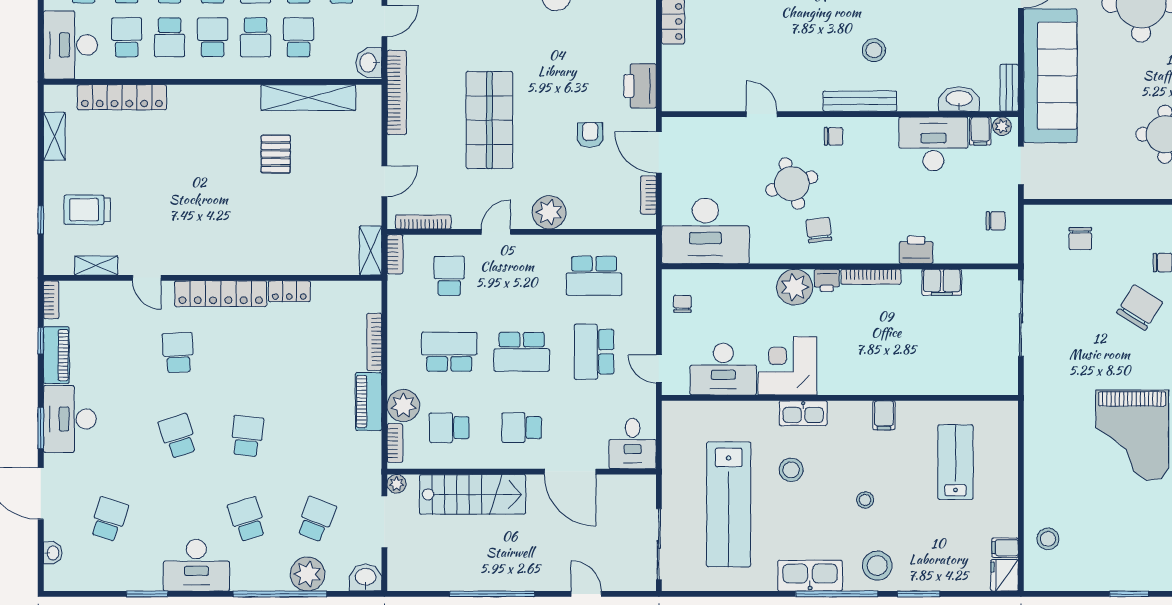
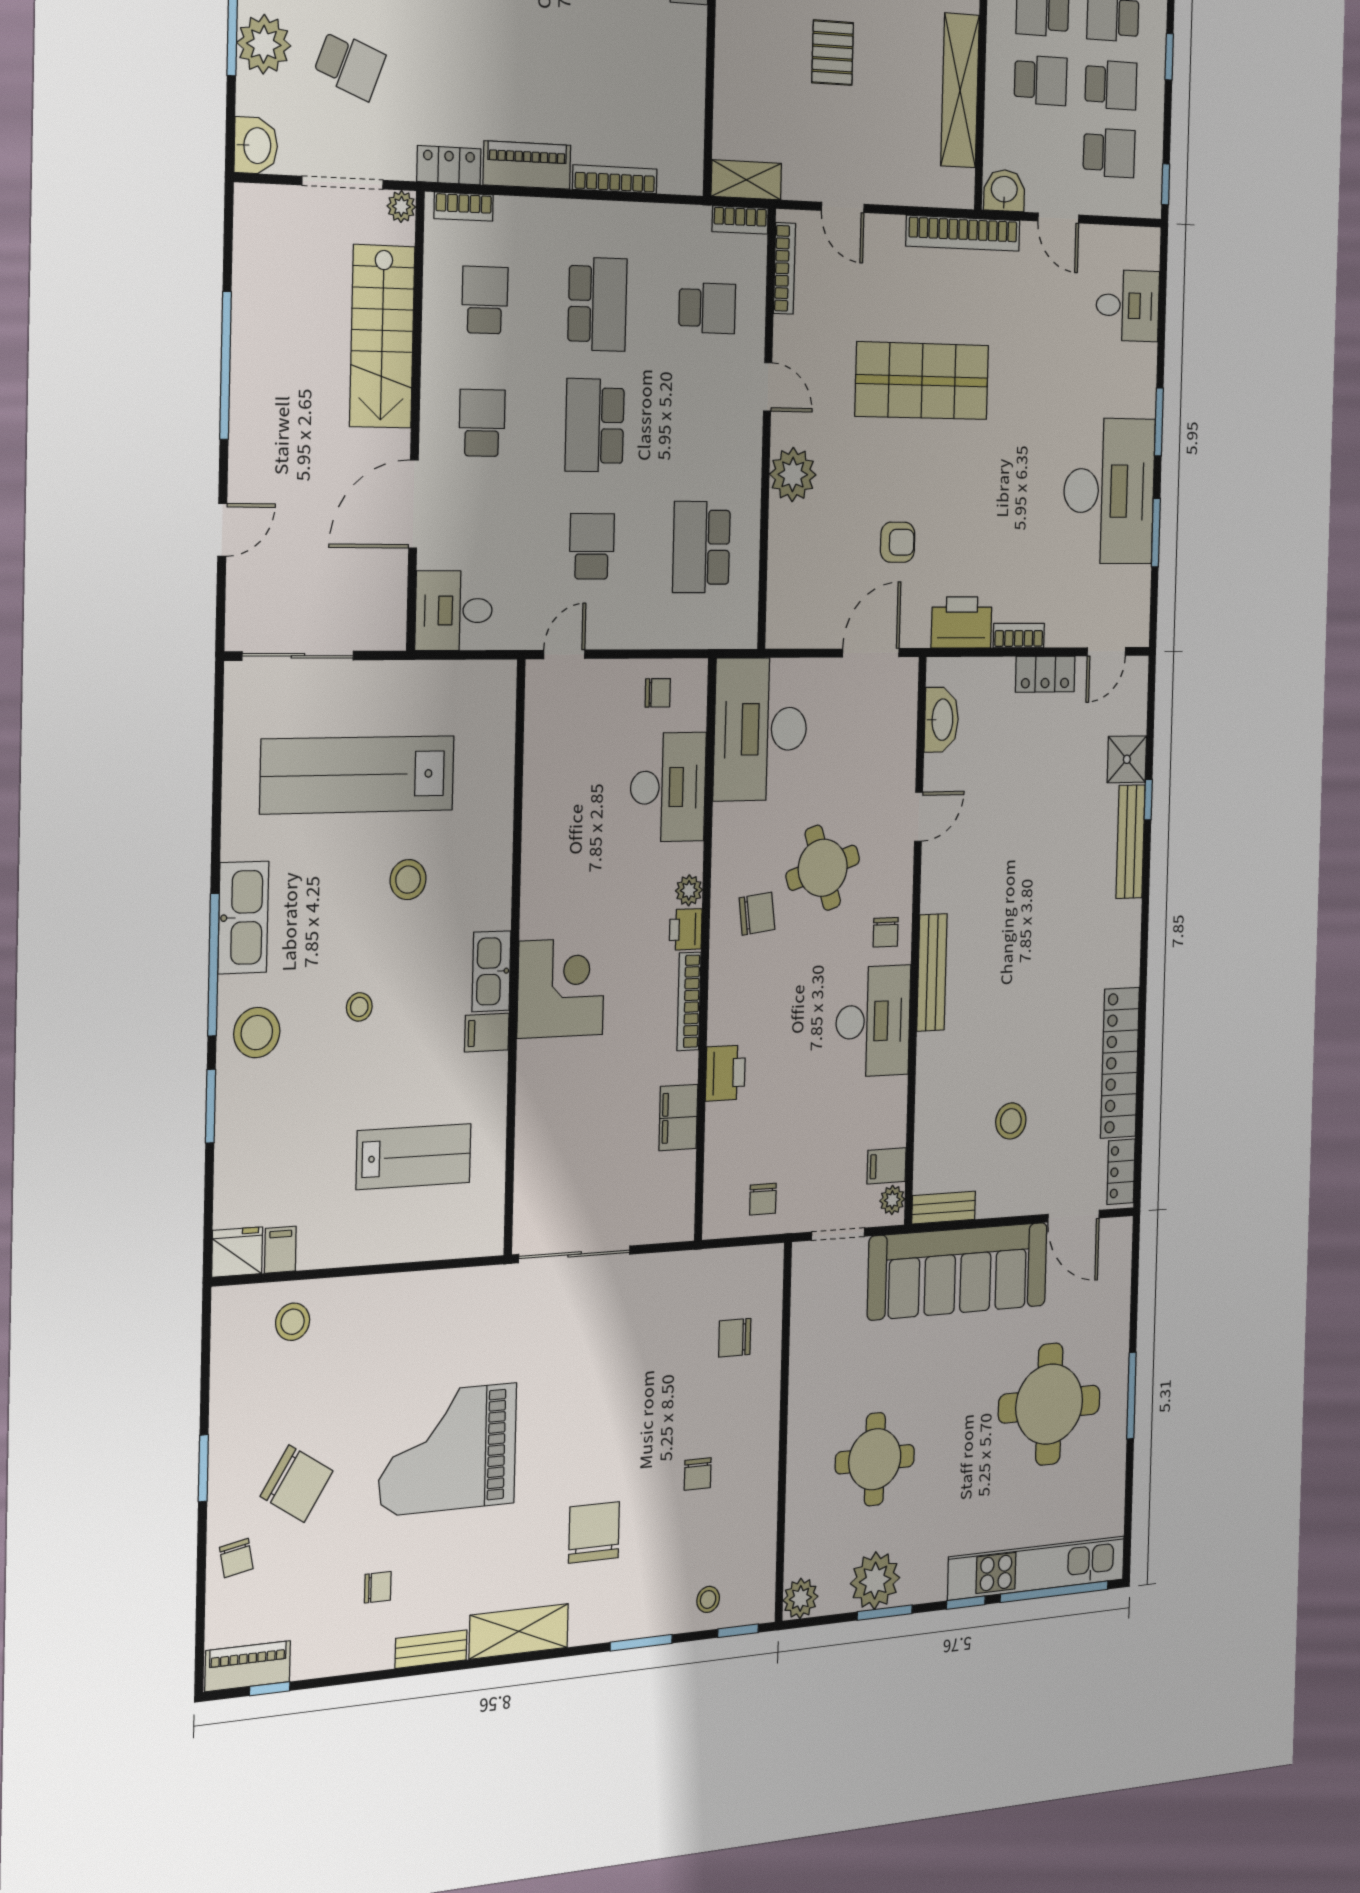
stool: (874, 50) -> (1011, 1121), moved
washbasin: (959, 99) -> (941, 720), moved
desk: (933, 144) -> (873, 1021), moved
pallet: (276, 154) -> (833, 53), moved, turned 90
bookcase: (648, 195) -> (1019, 636), moved
plant: (795, 287) -> (689, 890), width x0.53, depth x0.53
locker: (289, 291) -> (449, 165), moved, turned 90
chair: (1140, 308) -> (297, 1484), moved
sliding door: (1021, 318) -> (575, 1254), moved
school desk: (594, 352) -> (592, 546), width x0.54
corner desk: (787, 366) -> (561, 988), moved
desk: (723, 369) -> (668, 787), moved, turned 180
plant: (403, 406) -> (520, 224), removed
kitchen sink: (803, 413) -> (491, 971), moved

